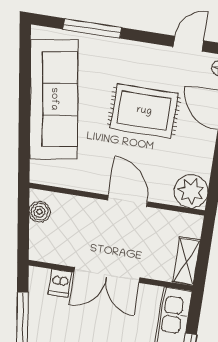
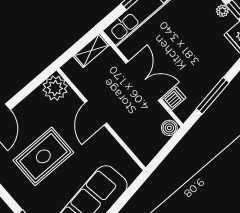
rug: (144, 111) -> (43, 156), turned 90
boiler: (40, 212) -> (169, 128), moved

